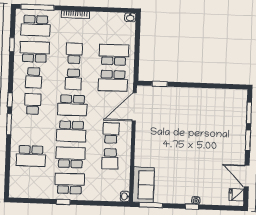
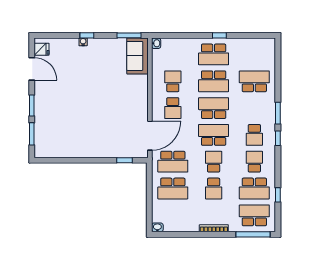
school desk: (113, 81) -> (173, 162), turned 180

